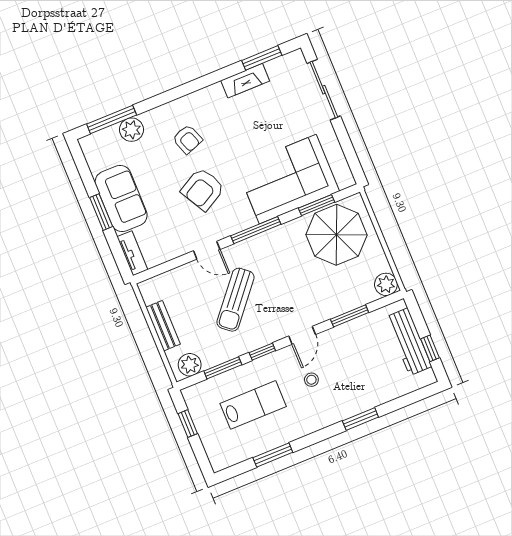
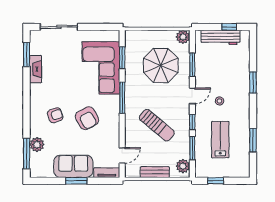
parasol: (336, 235) -> (161, 65), moved
door: (207, 250) -> (122, 155), moved
door: (302, 335) -> (192, 96), hinge flipped

